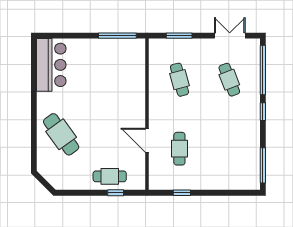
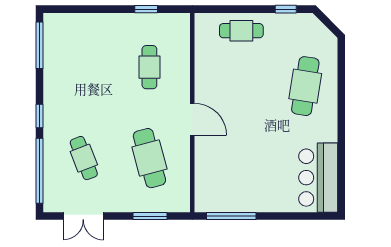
cafe table: (179, 80) -> (149, 158), width x1.37, depth x1.35
cafe table: (61, 134) -> (305, 86), turned 45
door: (147, 140) -> (192, 119), moved
window: (116, 193) -> (286, 9), moved

